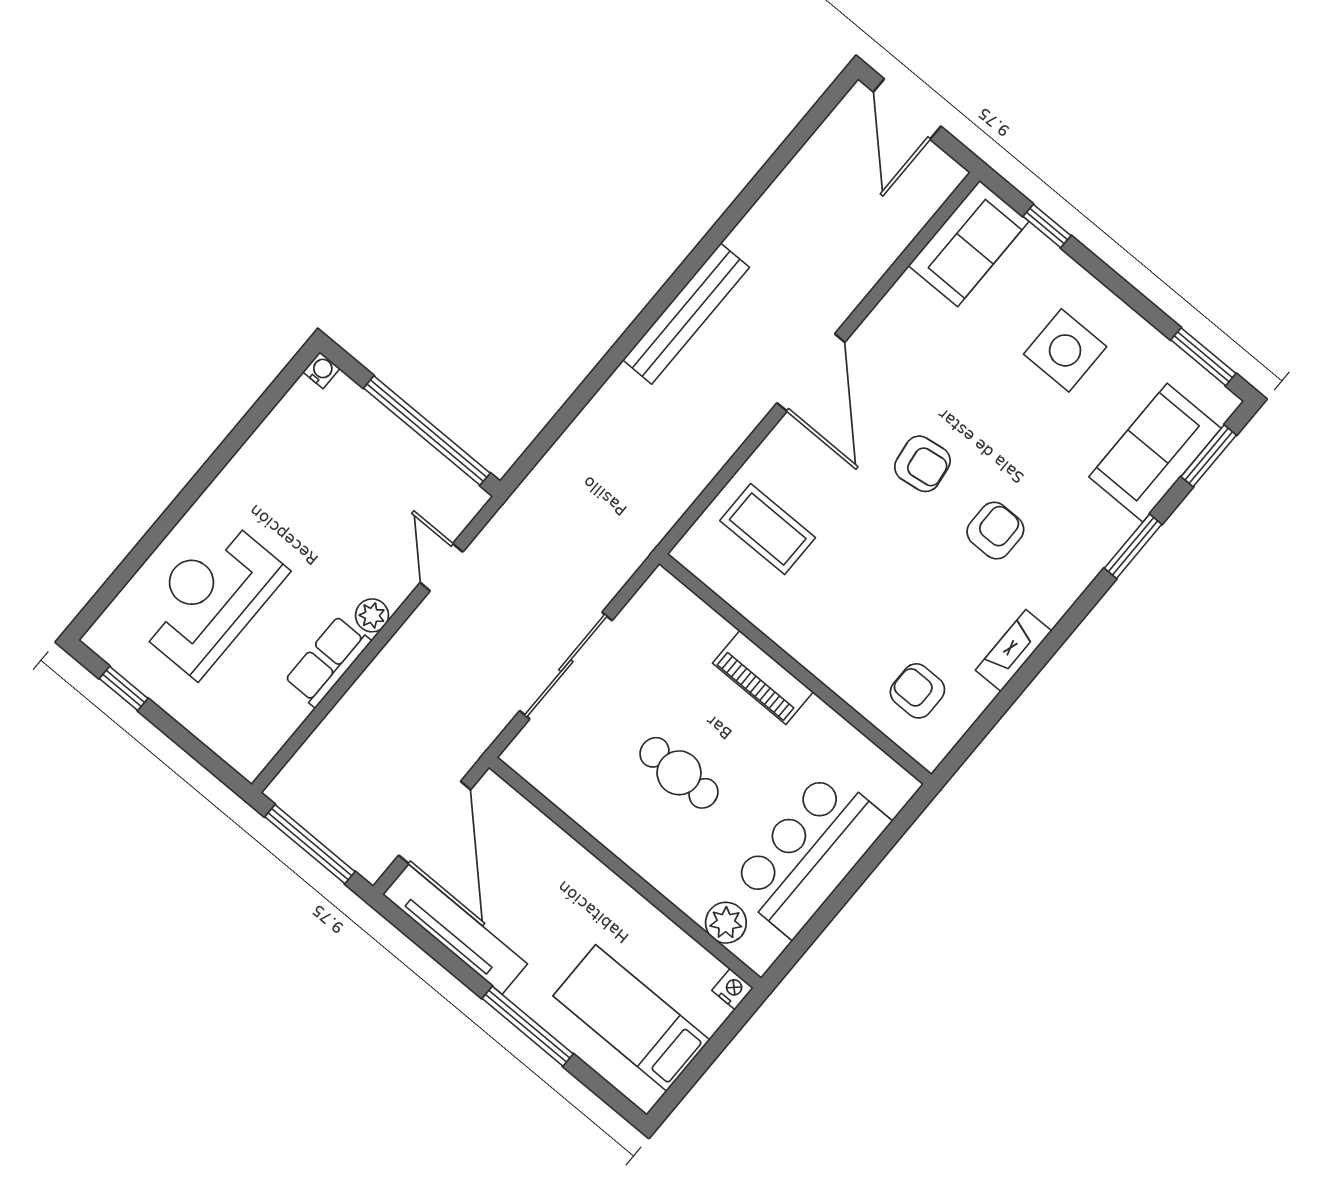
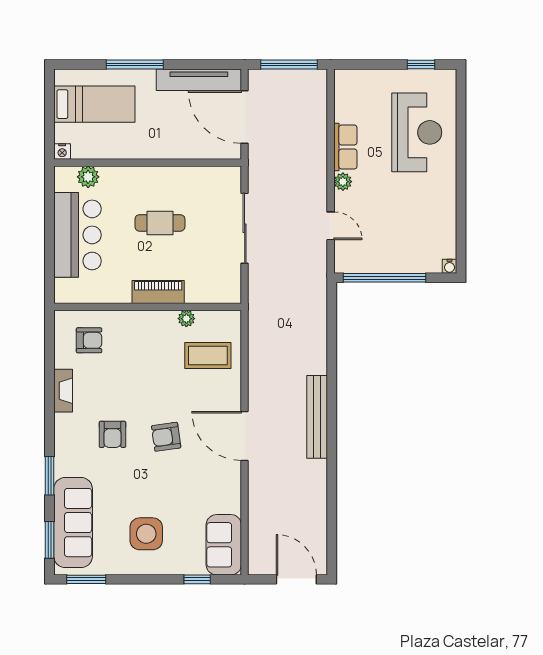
sofa: (1155, 453) -> (73, 523), width x1.36
plant: (754, 607) -> (186, 319), added

